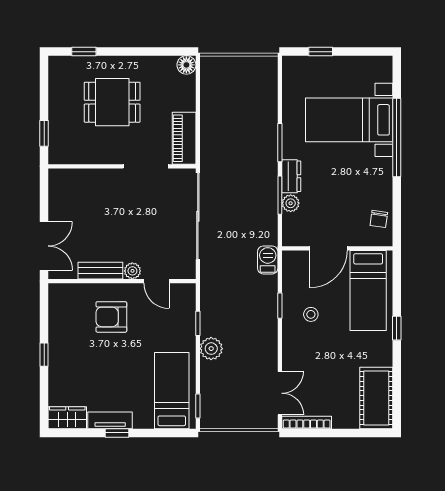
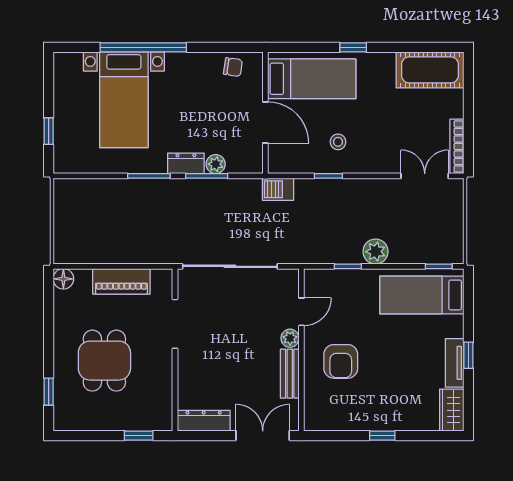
piano: (184, 138) -> (121, 281), moved
dresser: (57, 192) -> (204, 421), added

